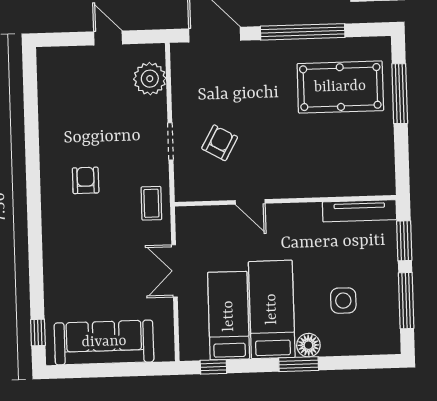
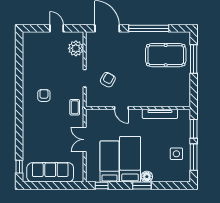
tv unit: (359, 211) -> (160, 114), moved
side table: (343, 301) -> (176, 154), moved

